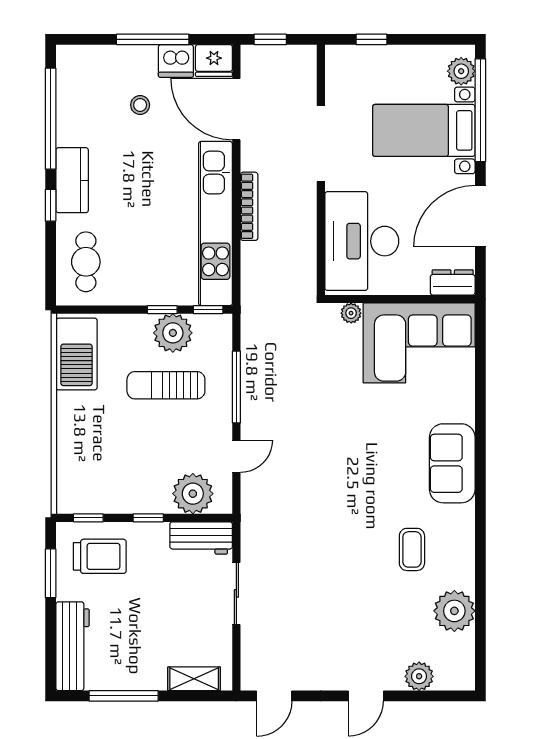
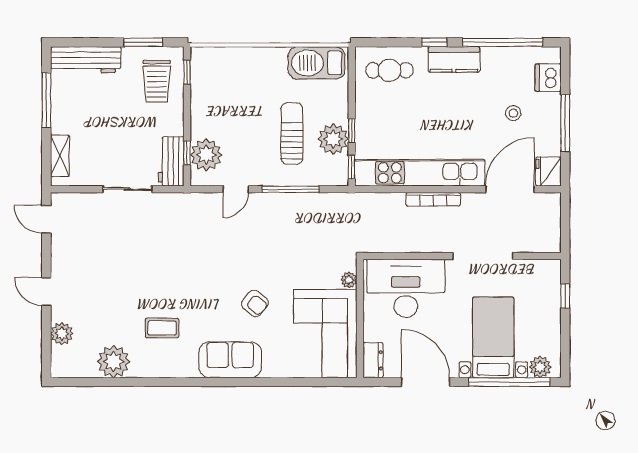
window: (270, 39) -> (565, 216), removed
dishwasher: (176, 61) -> (548, 78), moved
armchair: (381, 432) -> (255, 303), added
door: (236, 456) -> (236, 189), hinge flipped
window: (148, 518) -> (187, 153), moved

